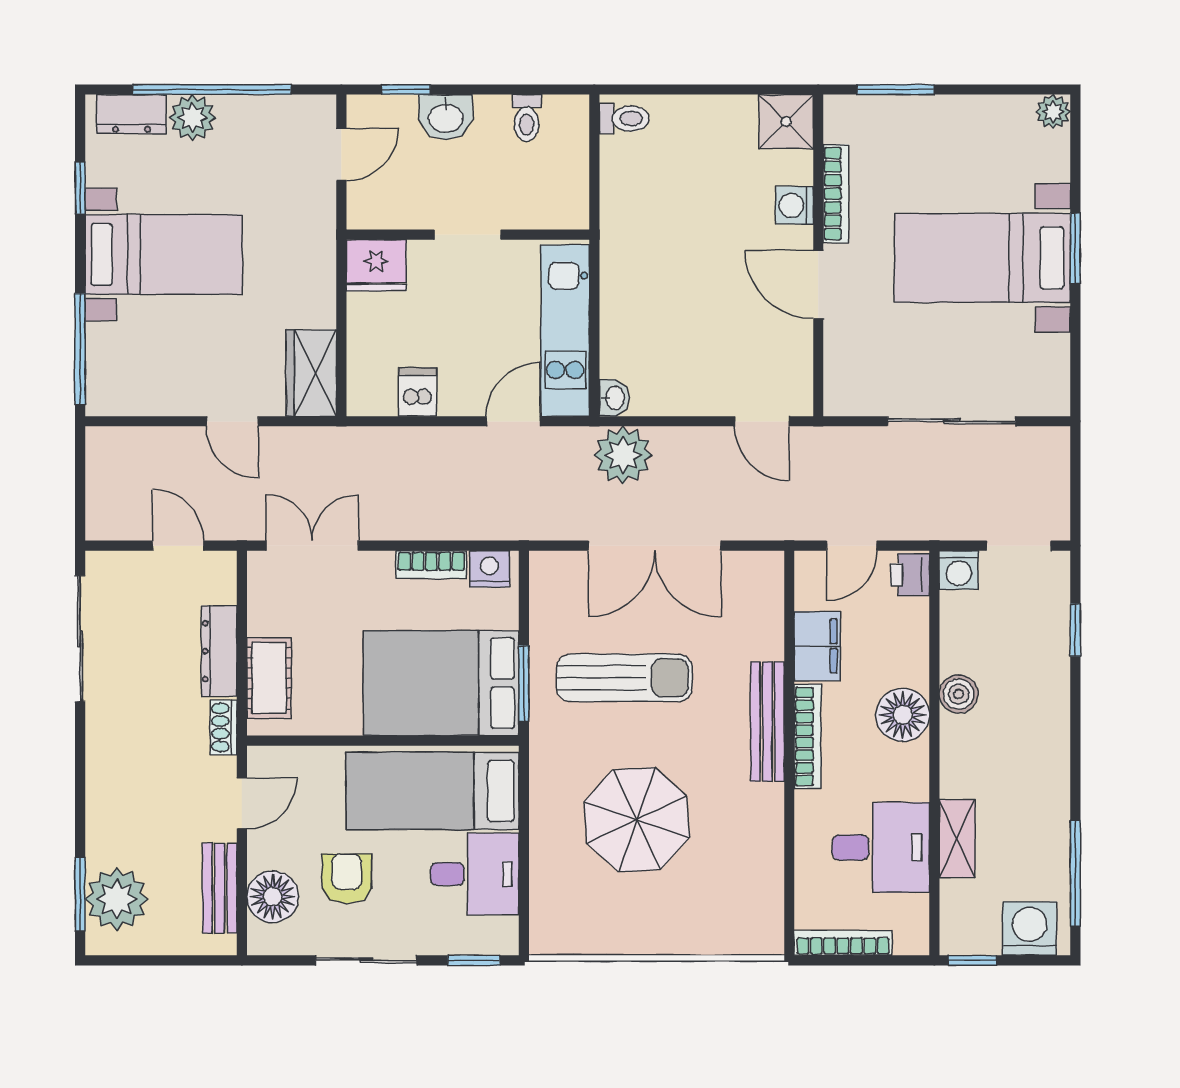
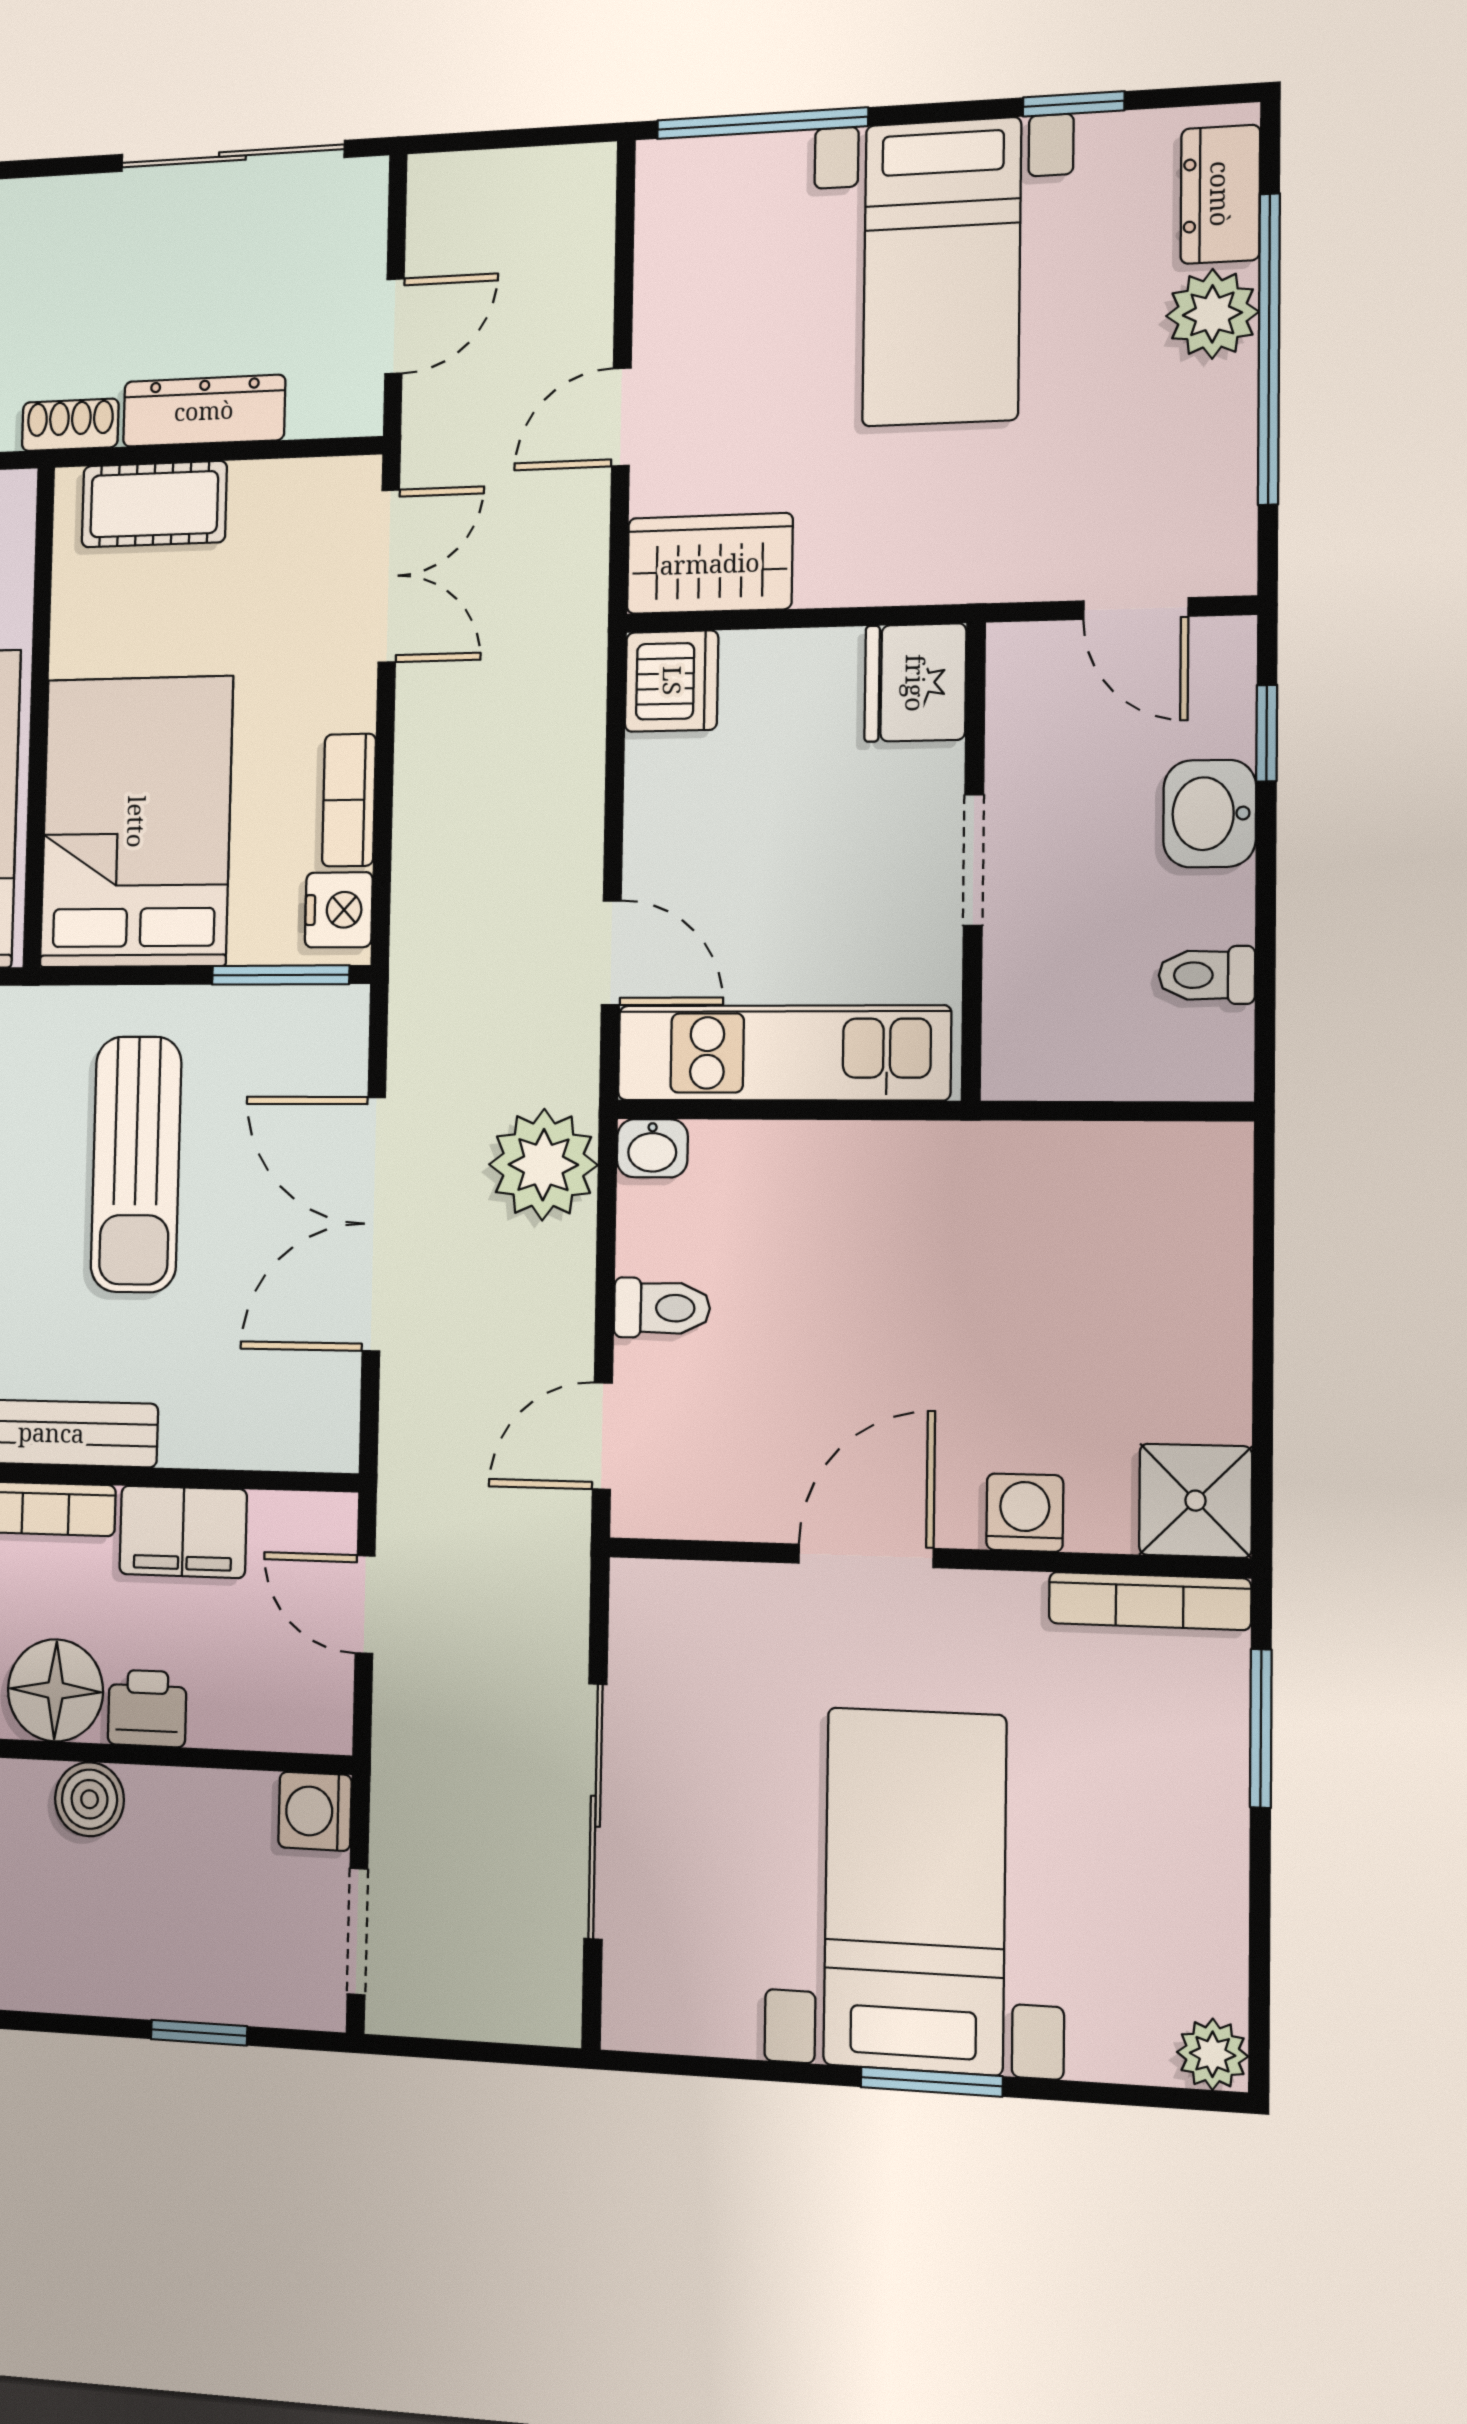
toilet: (624, 119) -> (662, 1308), moved, turned -90
bookcase: (836, 194) -> (1150, 1601), moved
dishwasher: (418, 392) -> (672, 681), moved, width x1.38
printer: (910, 575) -> (147, 1708), moved
window: (524, 684) -> (281, 975), moved

